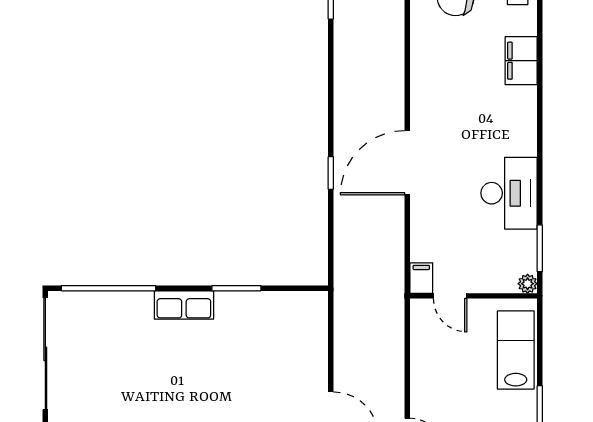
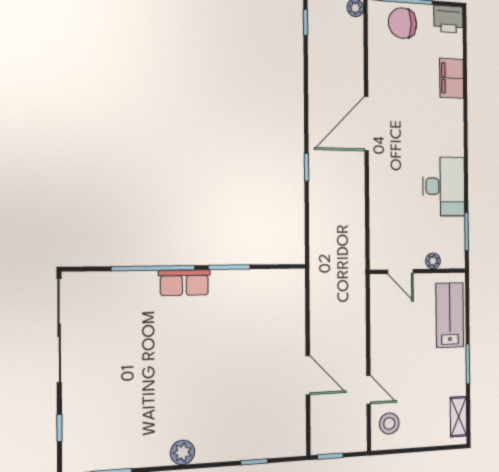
door: (407, 163) -> (366, 124), moved
filing cabinet: (421, 278) -> (378, 257), removed
plant: (528, 284) -> (433, 261), moved
window: (109, 288) -> (153, 268), moved

